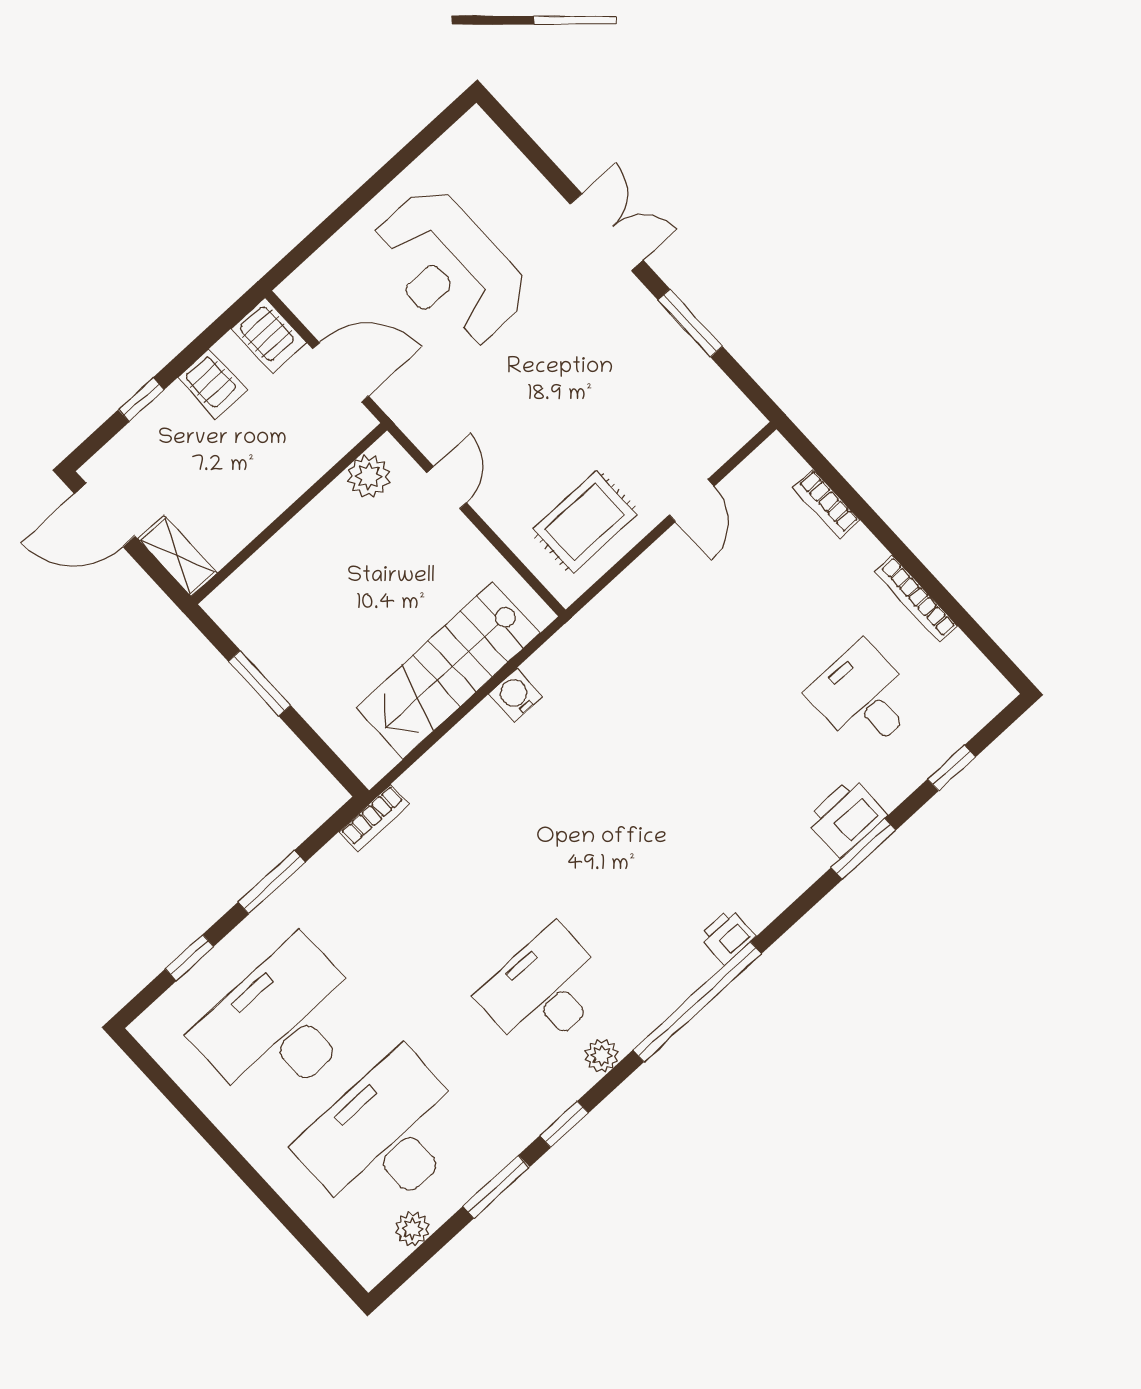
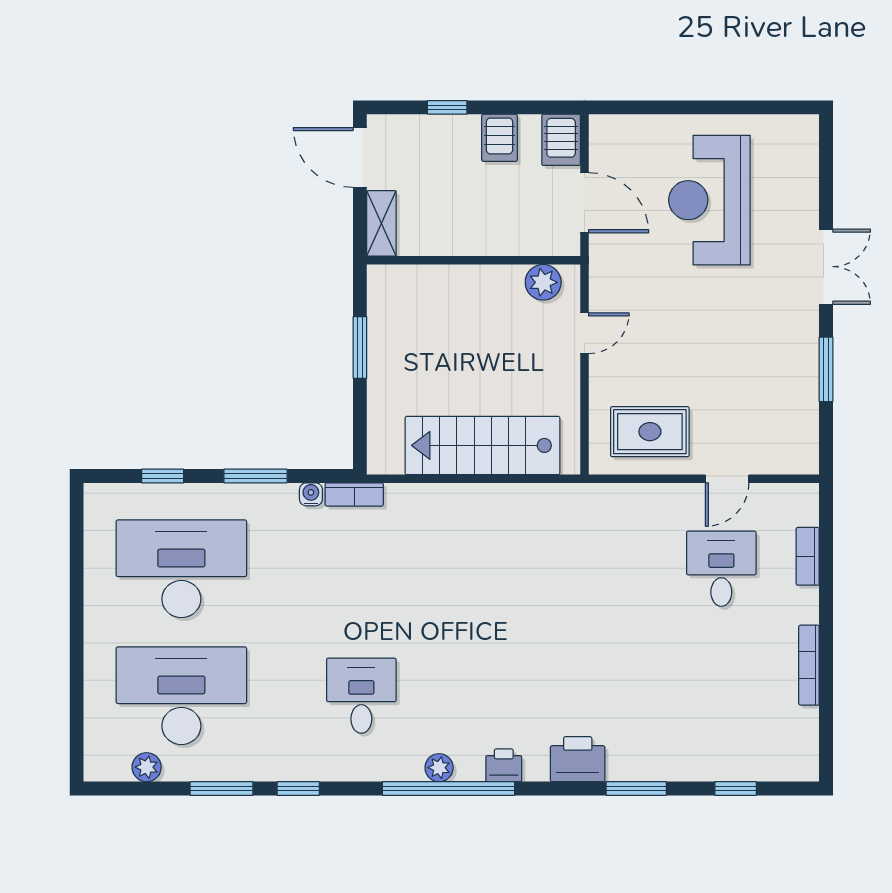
water cooler: (515, 695) -> (311, 494), moved, width x0.72, depth x0.72
desk: (863, 697) -> (721, 569), moved
printer: (846, 817) -> (578, 759), moved
desk: (544, 991) -> (361, 696), width x0.73
plant: (602, 1056) -> (439, 768), moved

